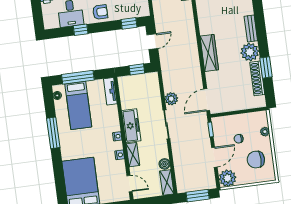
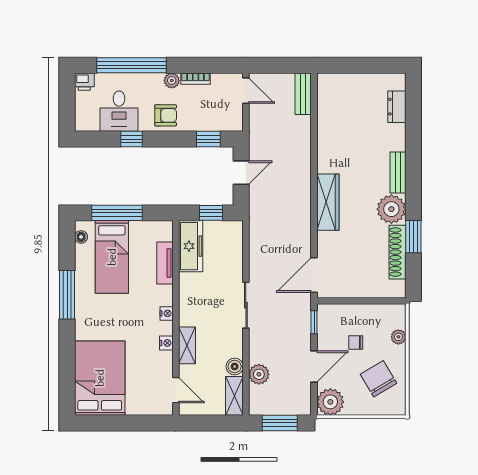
tv unit: (110, 91) -> (165, 263), moved
plant: (171, 99) -> (259, 374), moved
freezer: (131, 126) -> (191, 246), moved
chair: (256, 160) -> (378, 379), turned 59

